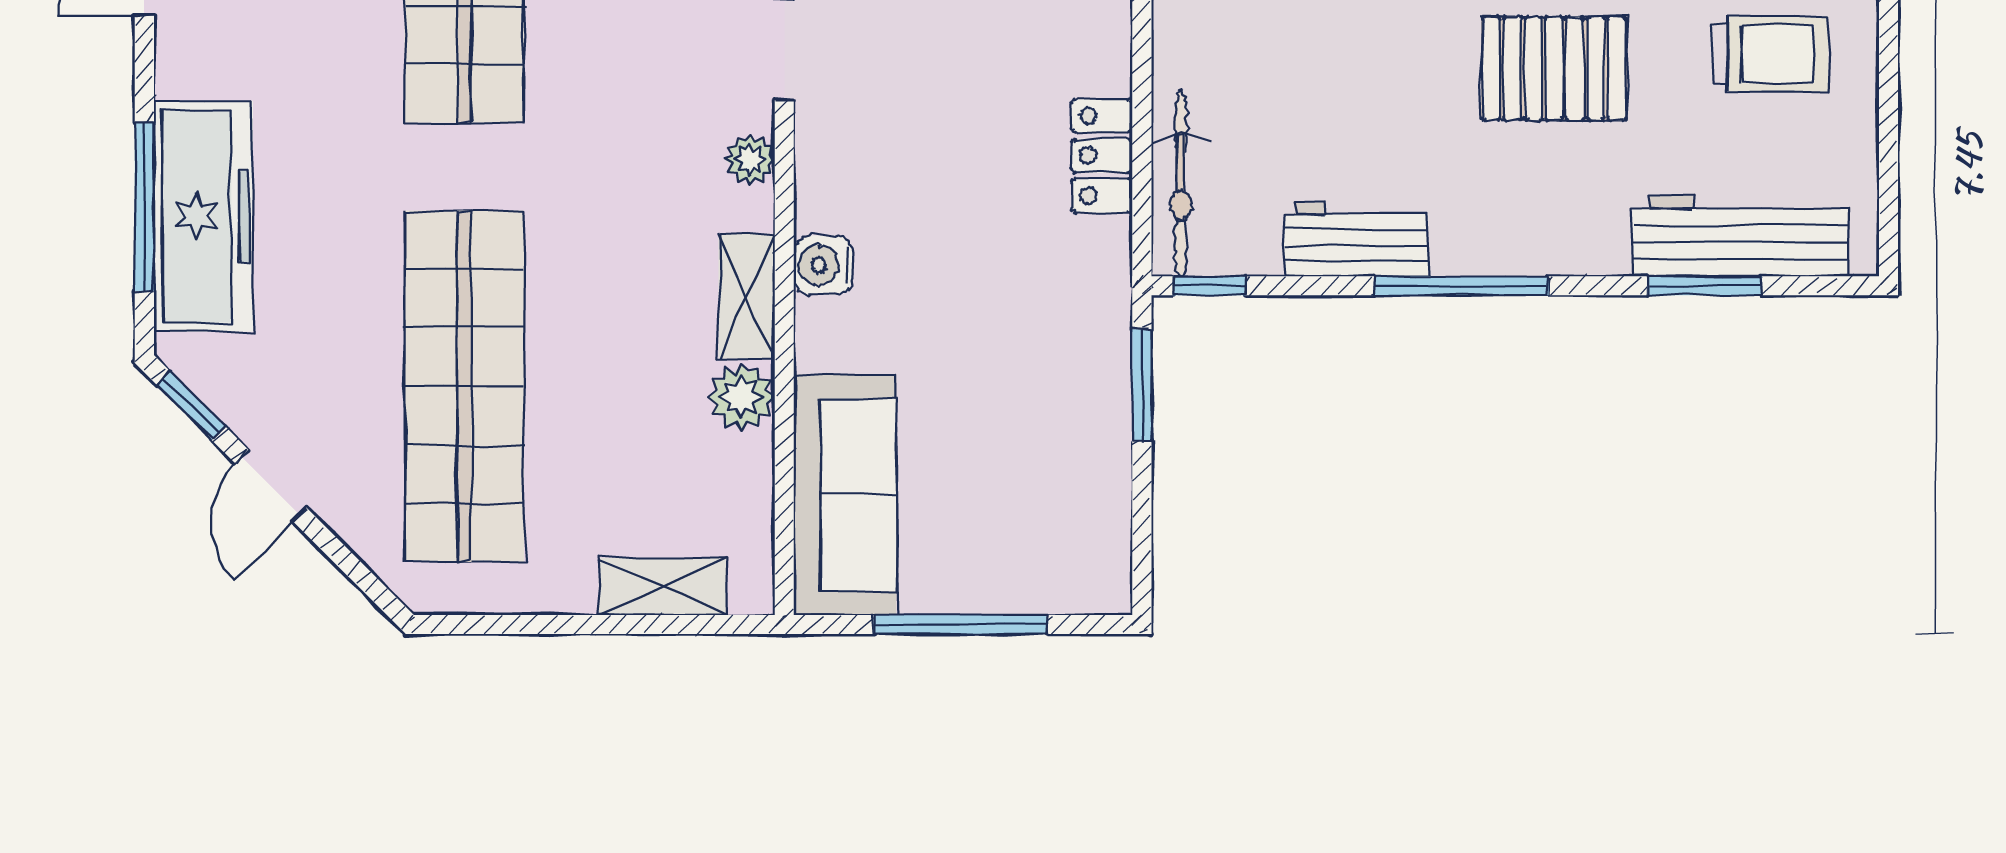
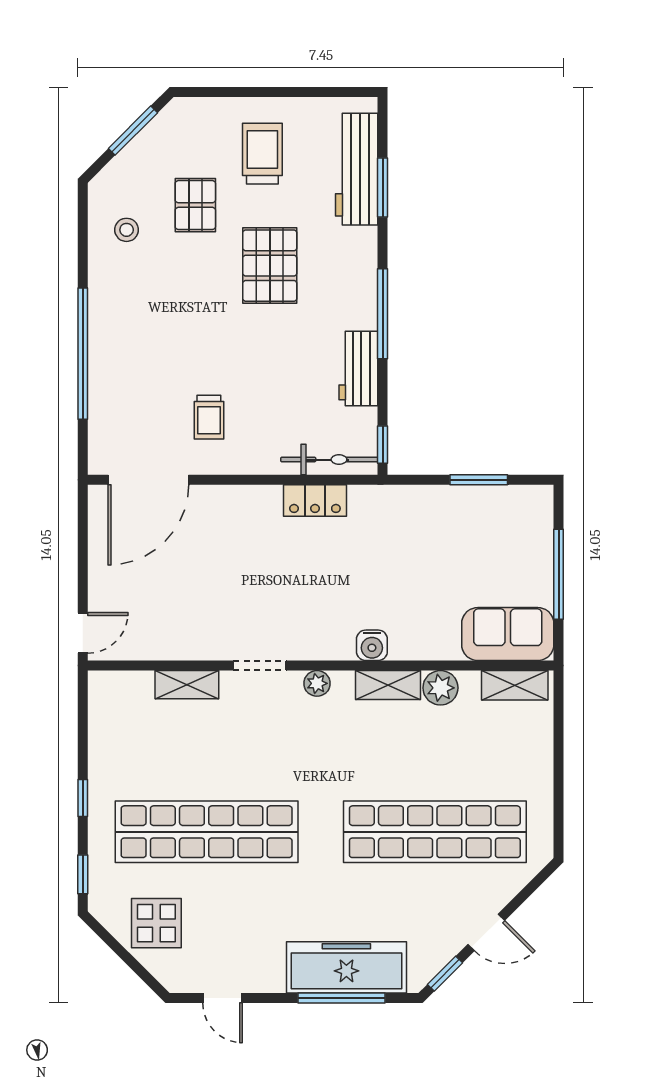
window: (1142, 385) -> (479, 480), moved
sofa: (845, 495) -> (508, 634), width x0.73
shelving: (662, 586) -> (515, 685), moved, turned 90

